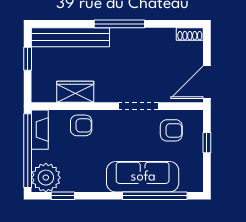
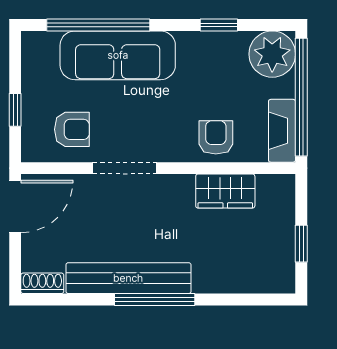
bench: (70, 37) -> (128, 278), moved
armchair: (81, 125) -> (216, 137), turned 90
armchair: (171, 130) -> (72, 129), turned 180
window: (63, 196) -> (219, 25), moved

